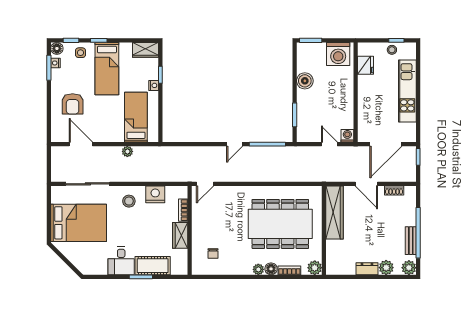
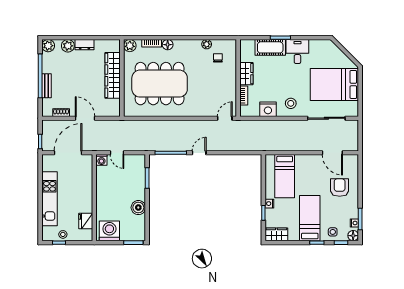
plant: (127, 151) -> (292, 146), removed
wardrobe: (334, 213) -> (113, 75), moved
bench: (411, 241) -> (47, 86), moved
plant: (258, 269) -> (207, 44), moved

